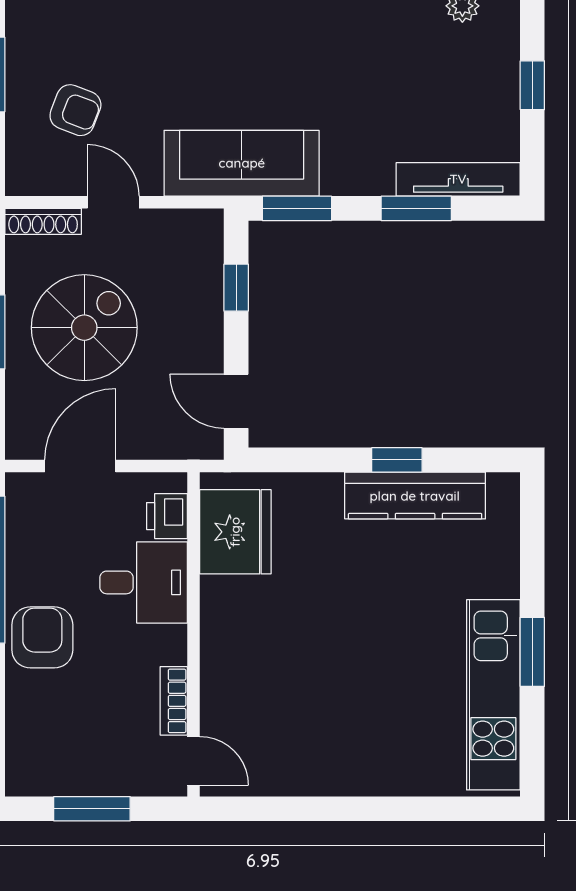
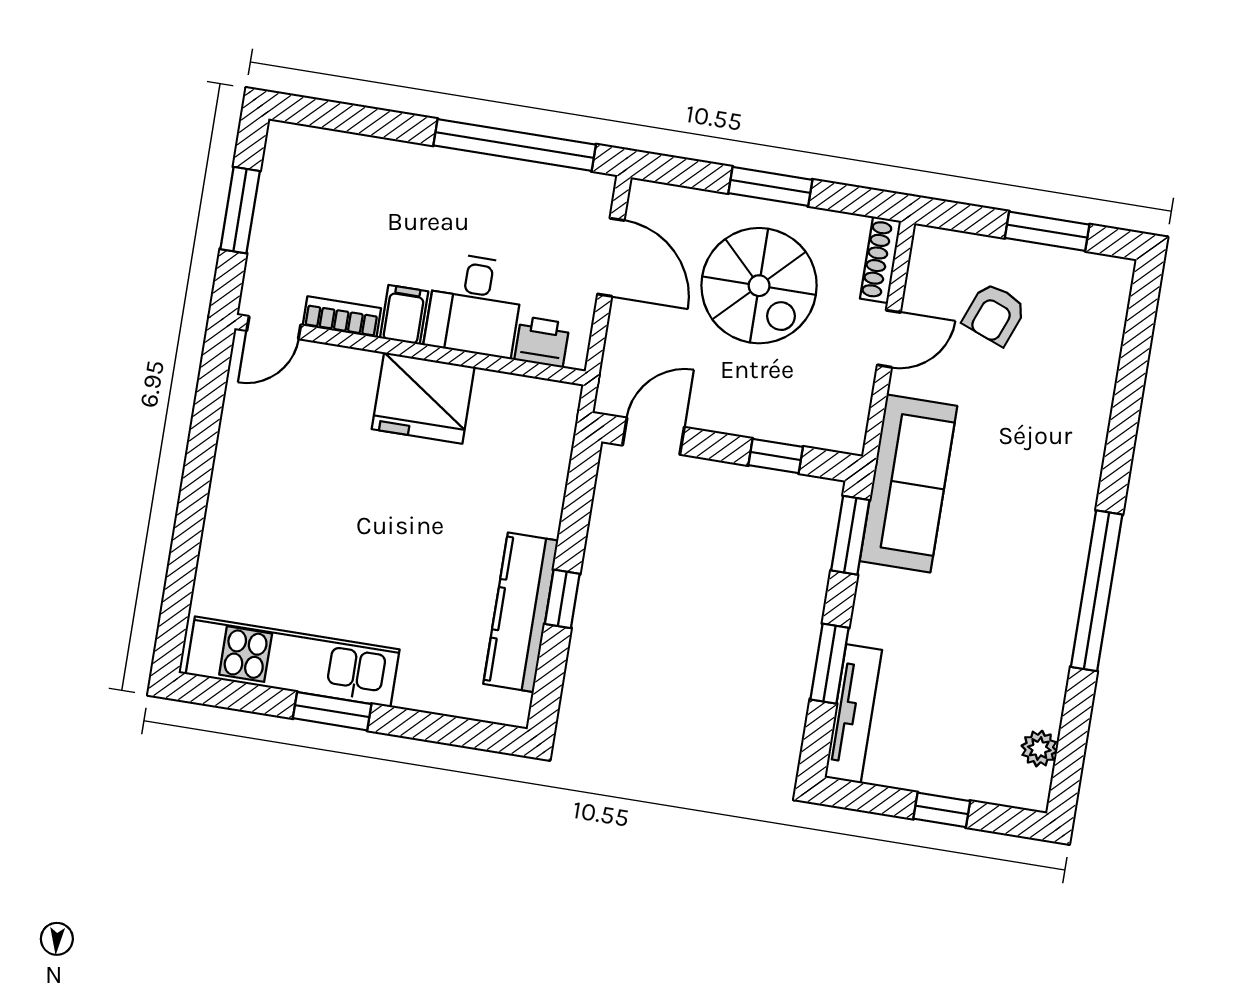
fridge: (235, 532) -> (423, 398), moved
armchair: (42, 637) -> (433, 187), removed
filing cabinet: (163, 645) -> (404, 315), added

